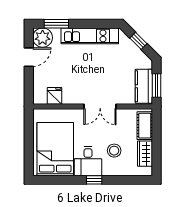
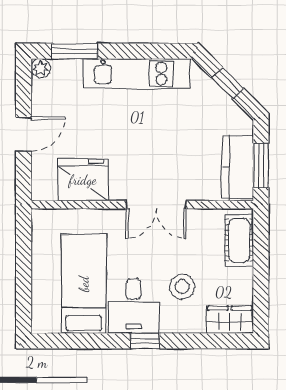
plant: (43, 38) -> (41, 68), width x0.53, depth x0.53
door: (29, 57) -> (24, 134), moved
fridge: (54, 96) -> (83, 180), width x1.88, depth x1.34
bed: (55, 149) -> (84, 284), width x0.67
wardrobe: (145, 154) -> (230, 320), moved, turned 90

